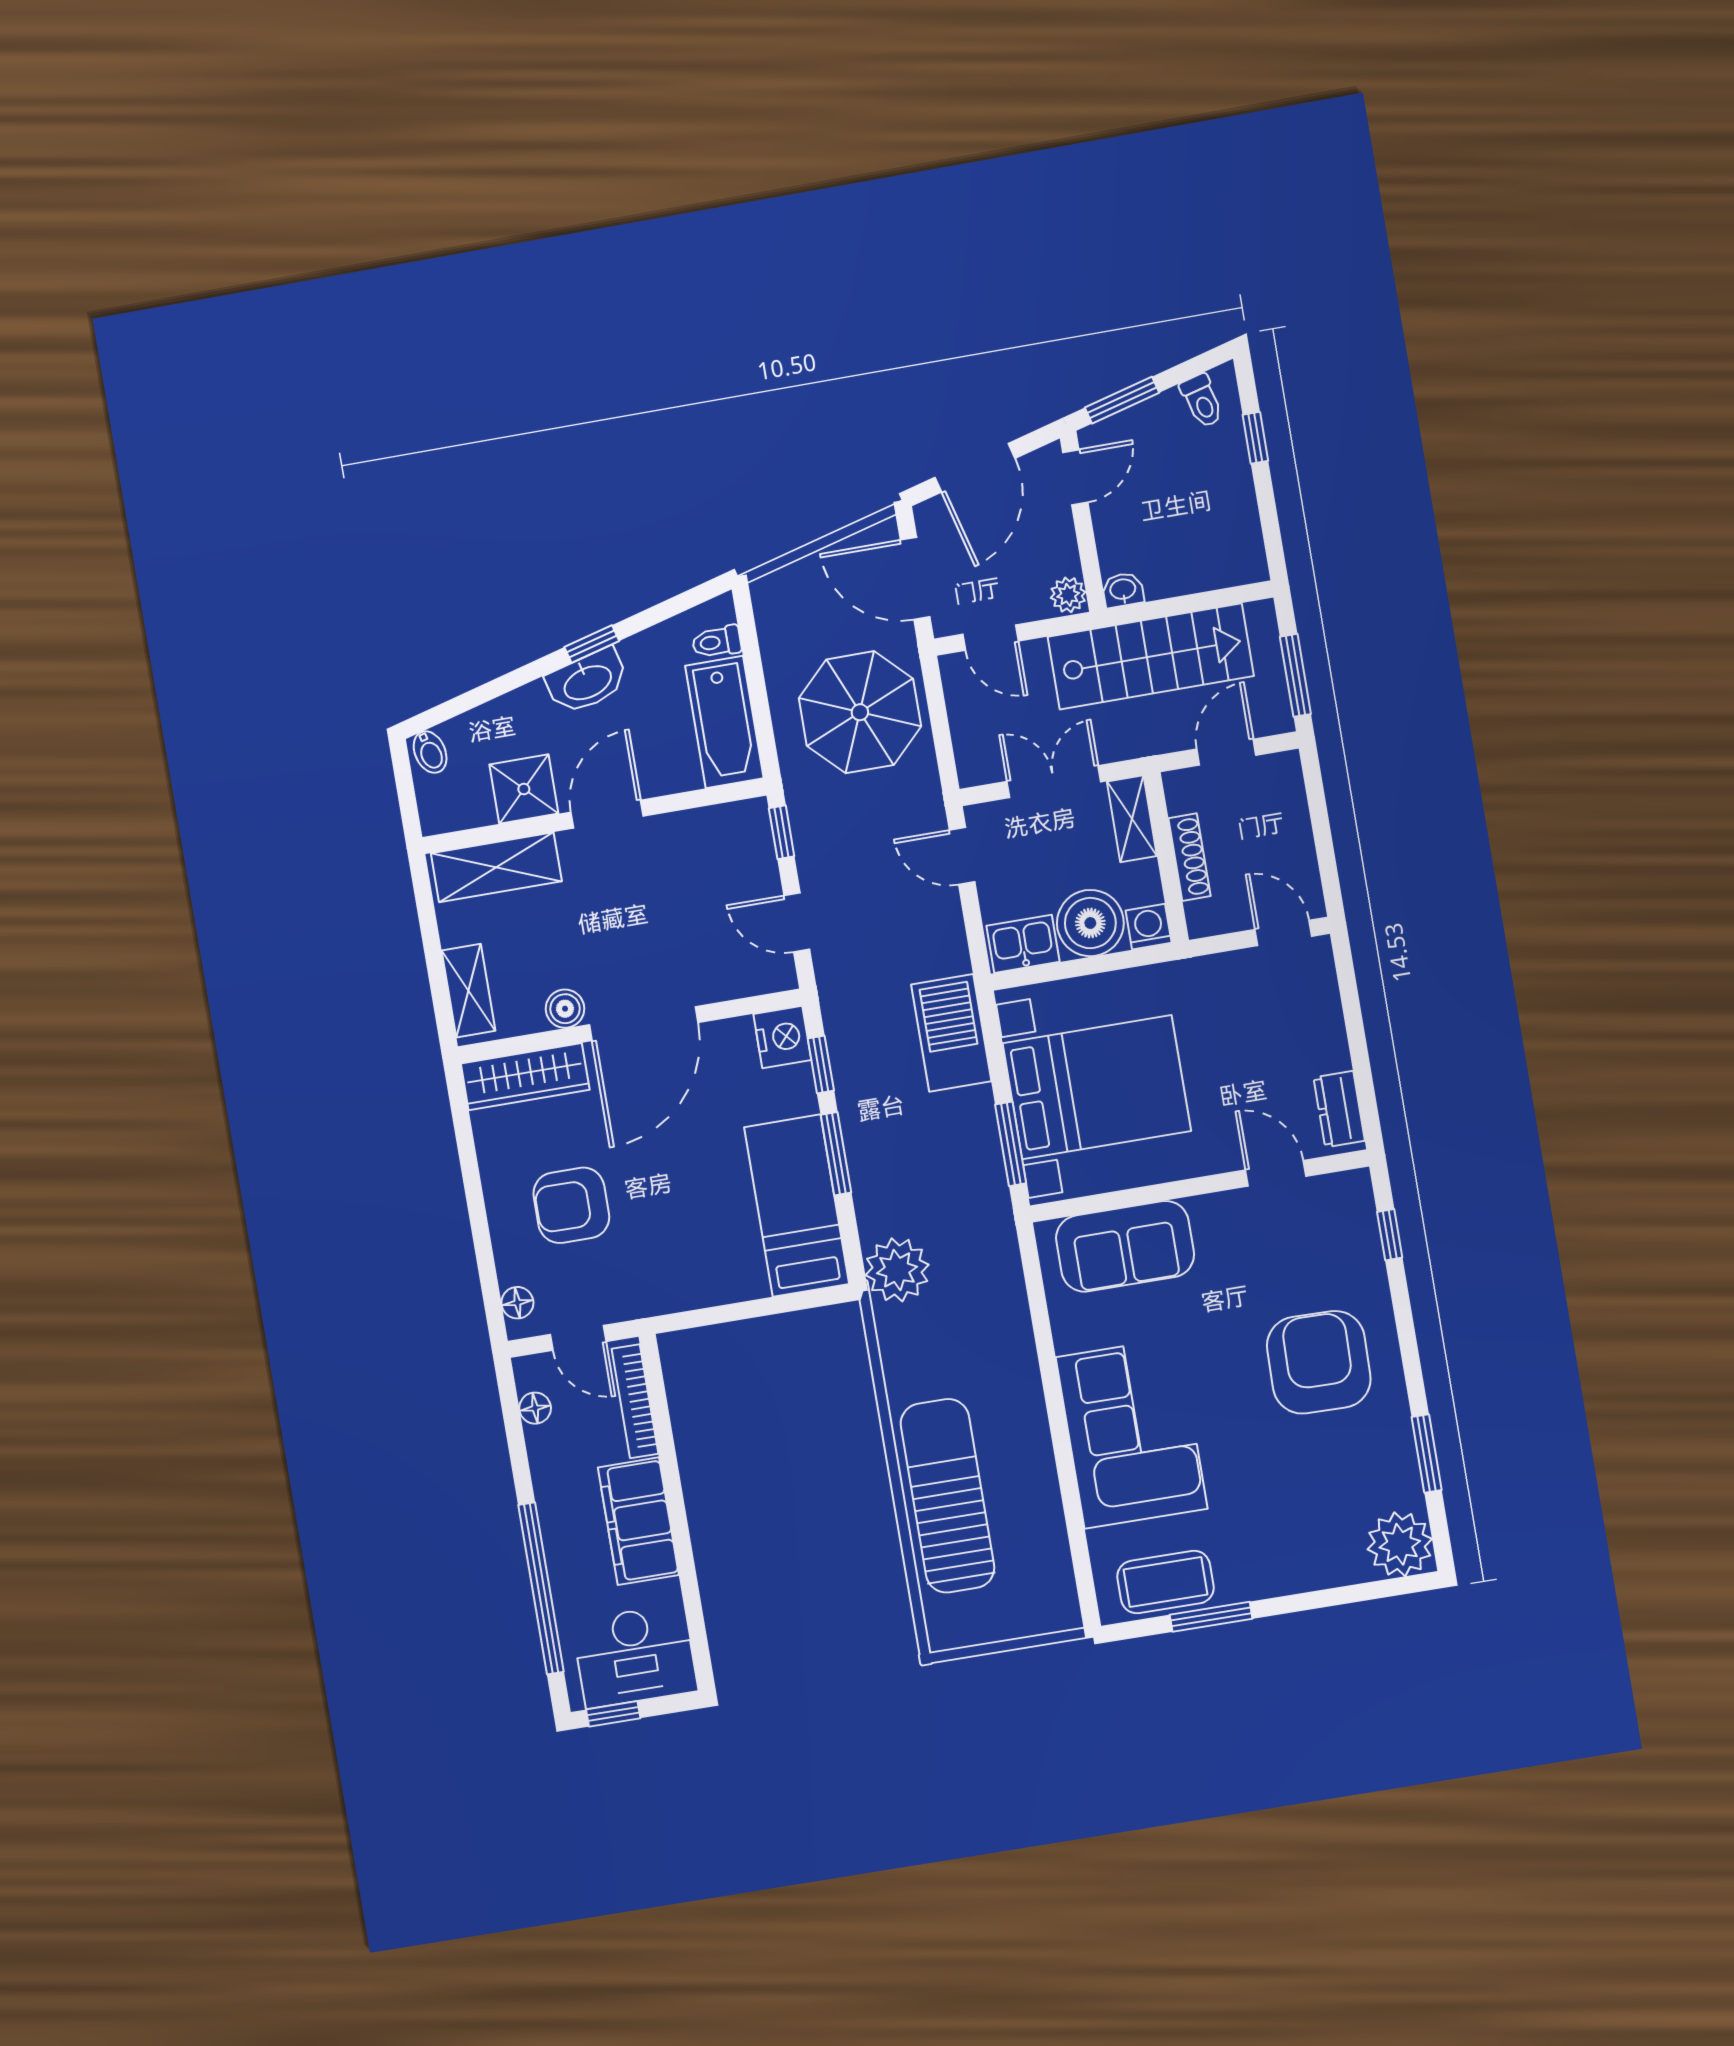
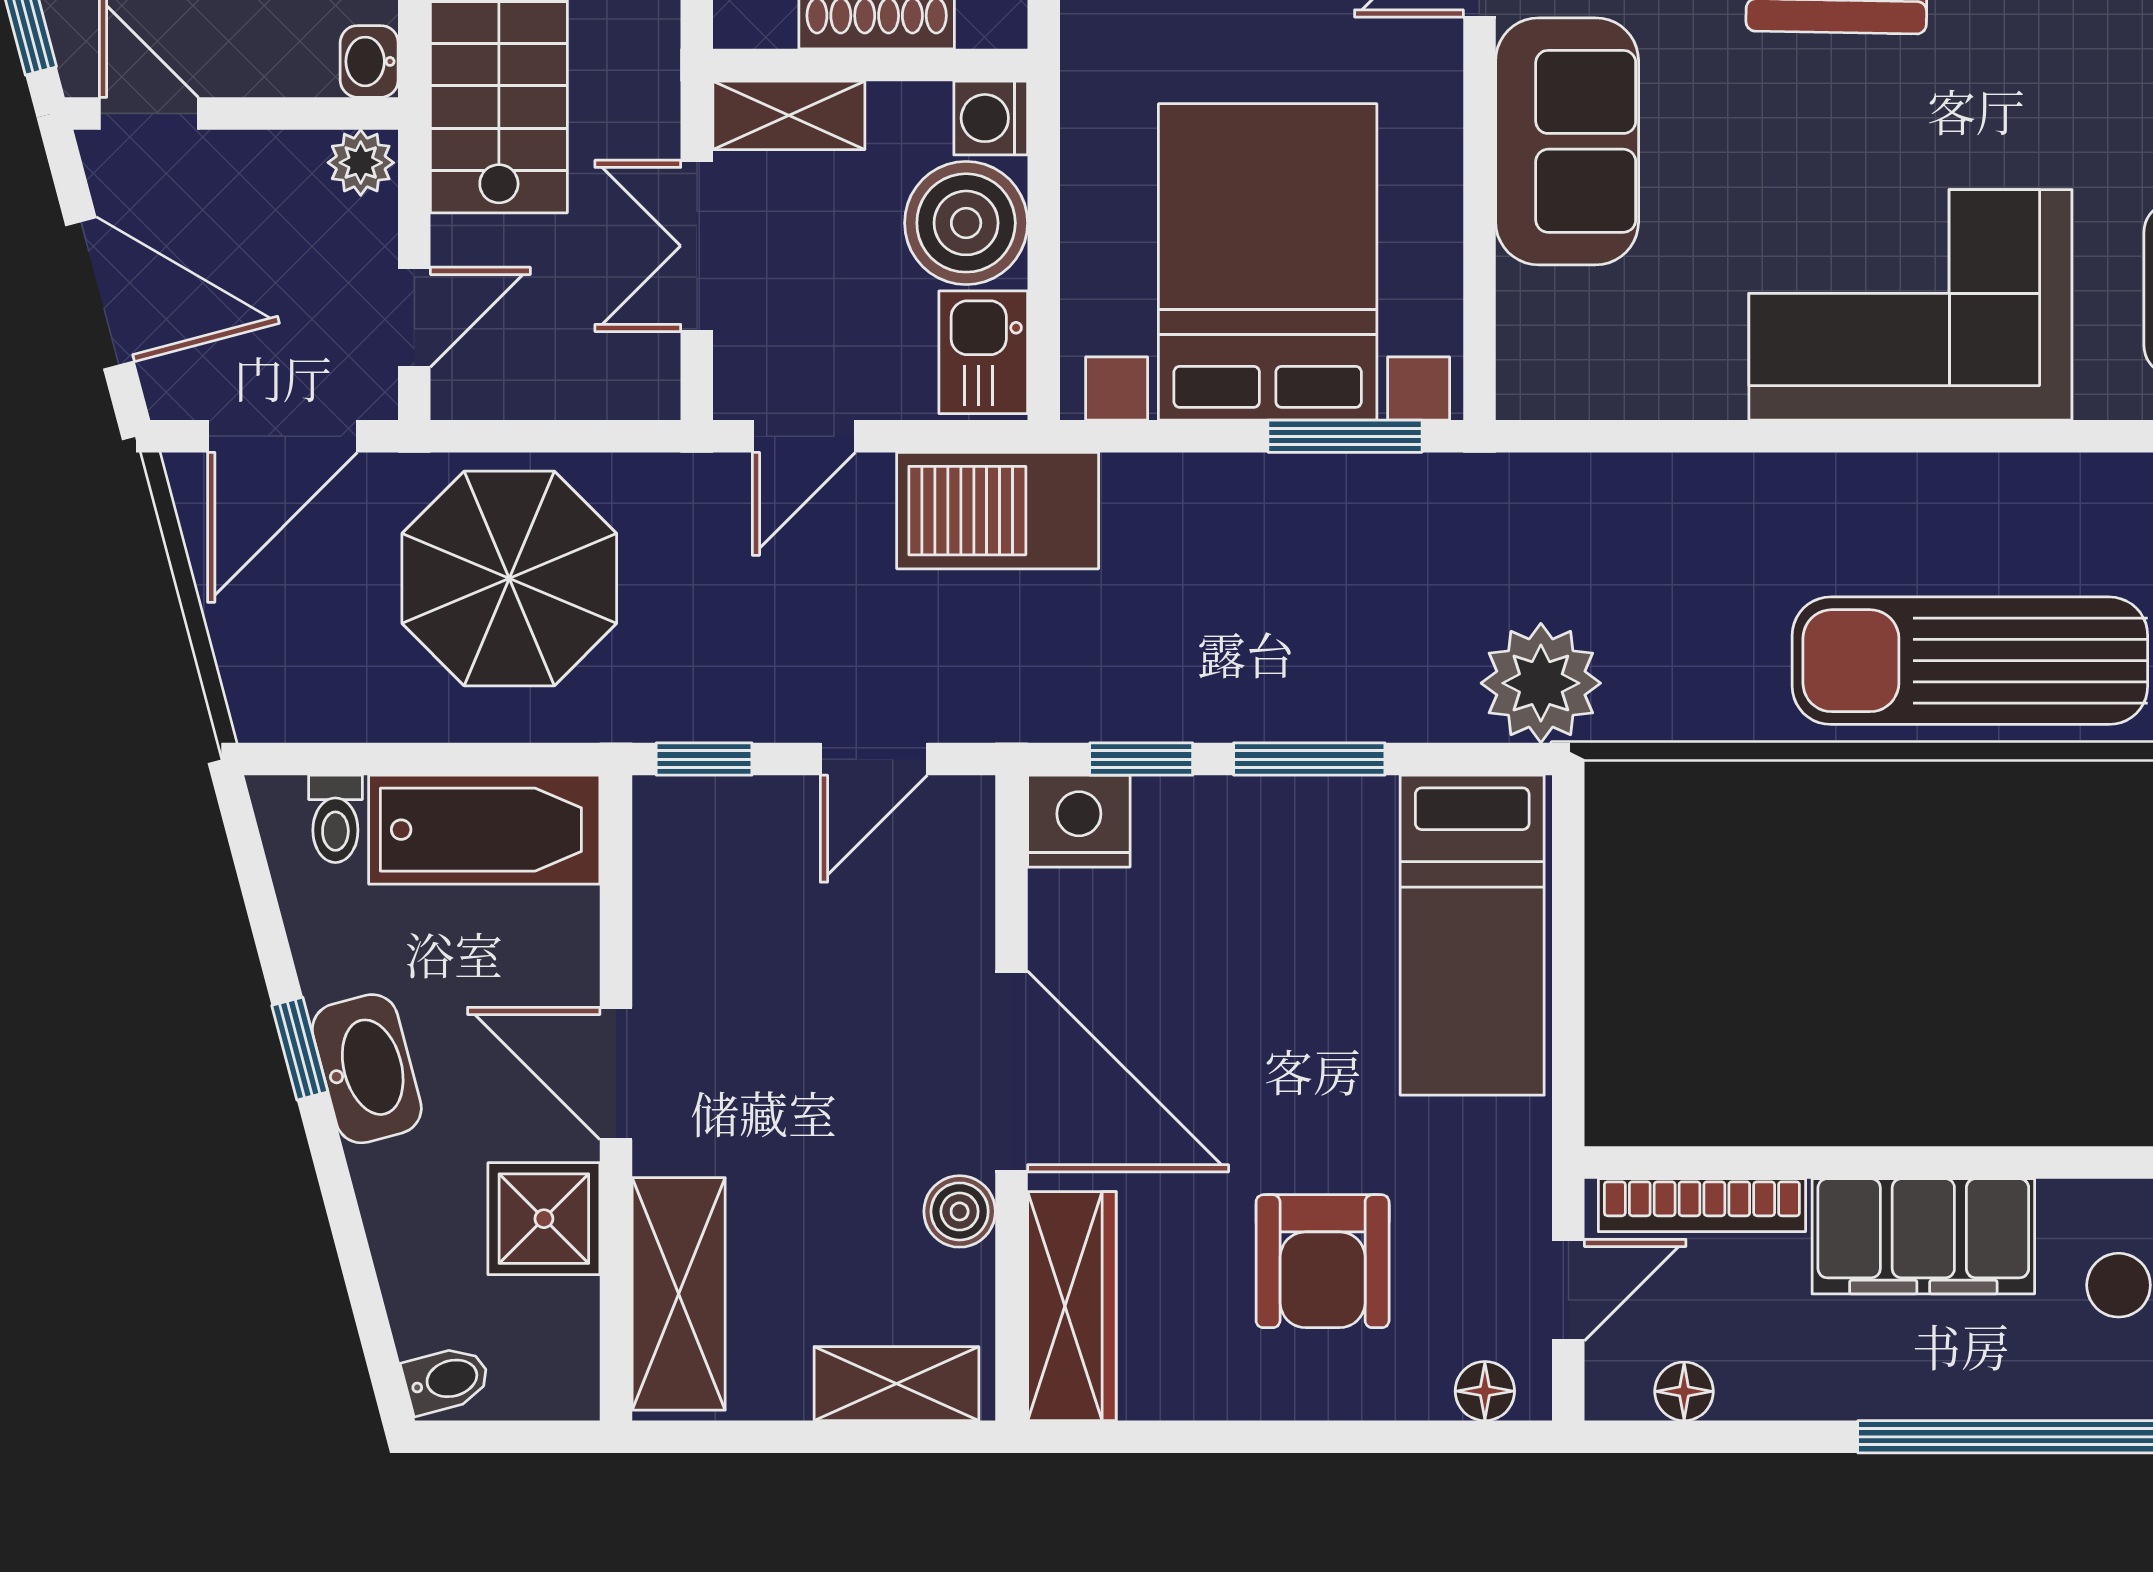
barbecue: (951, 1033) -> (998, 511), moved
bed: (797, 1206) -> (1472, 935), moved, turned -90
sofa: (1125, 1246) -> (1567, 141), moved

